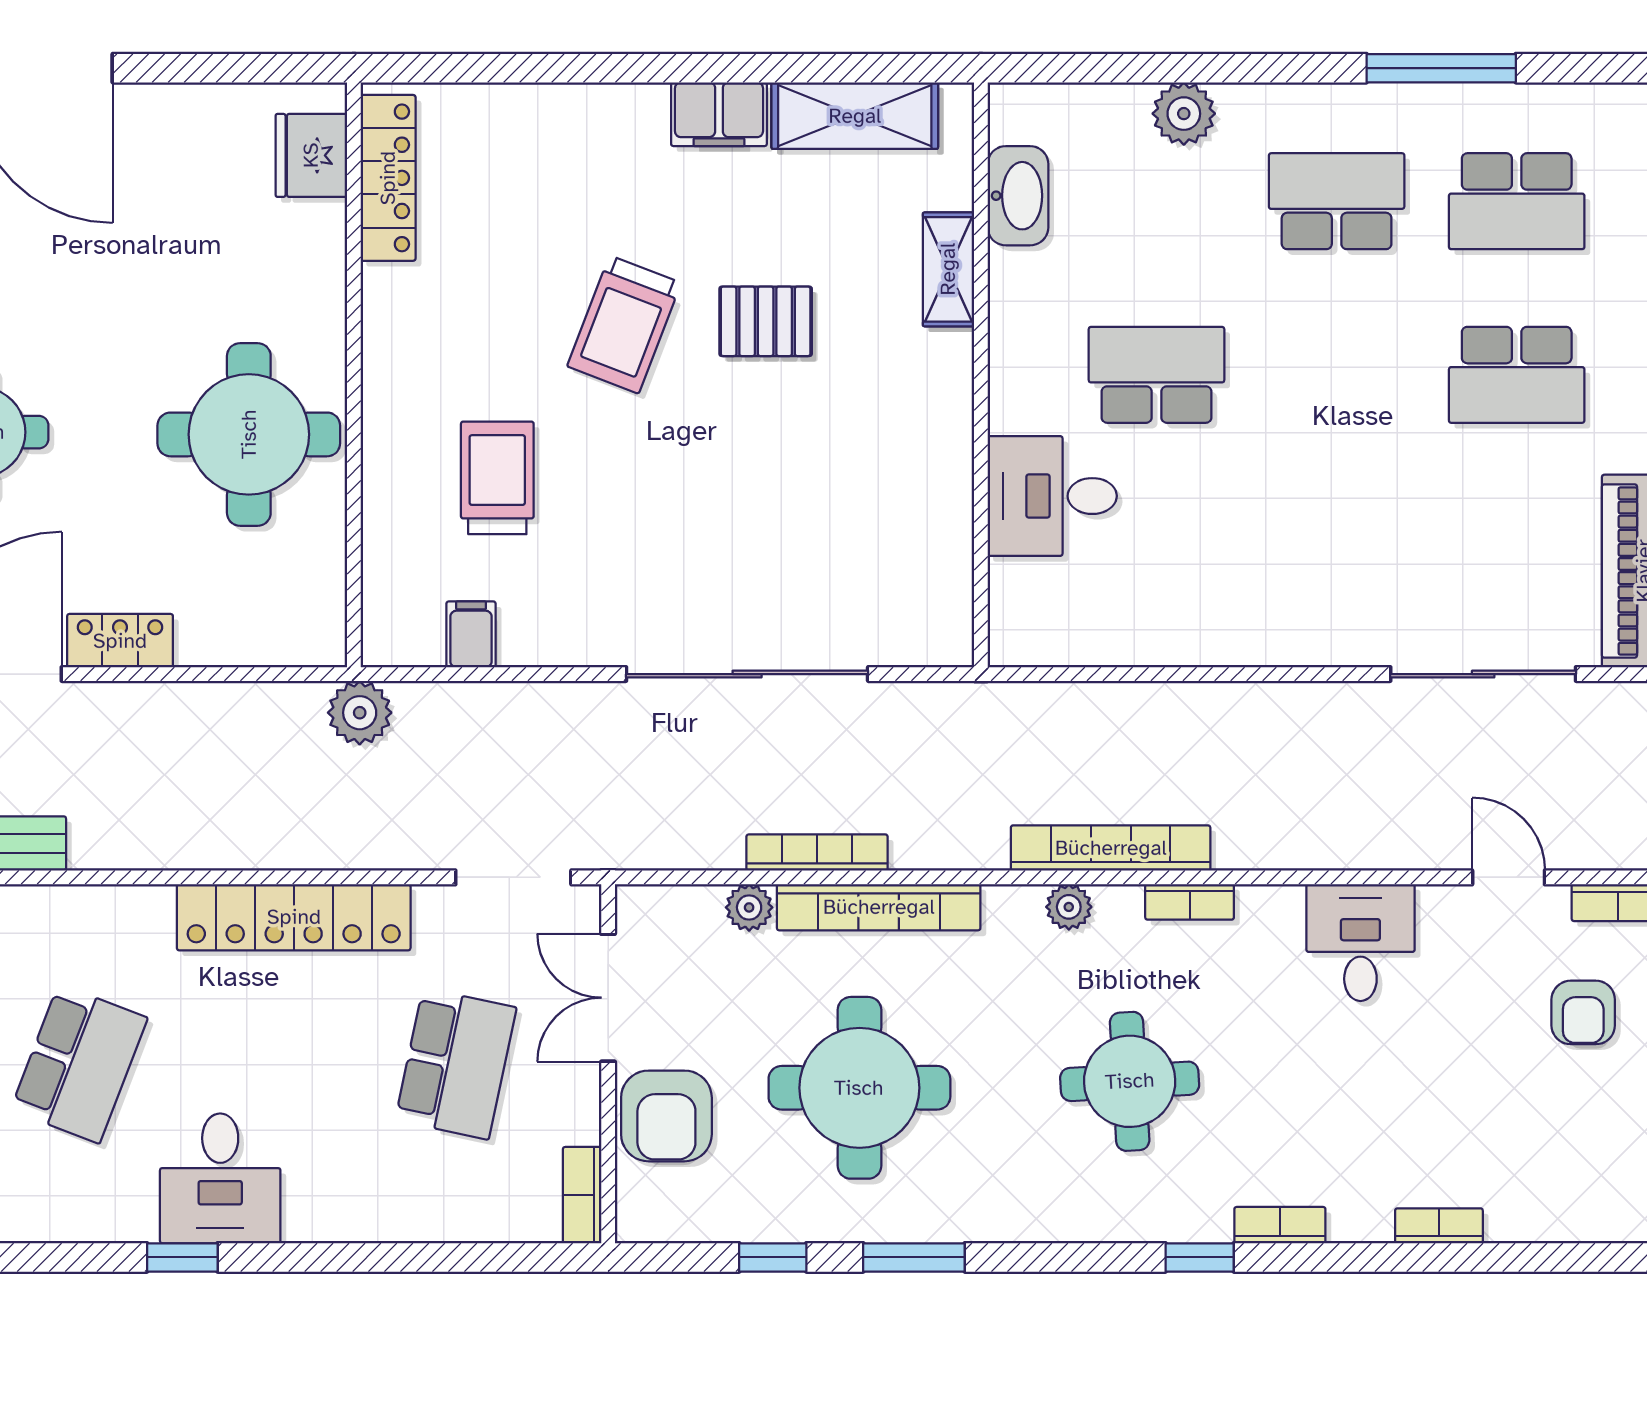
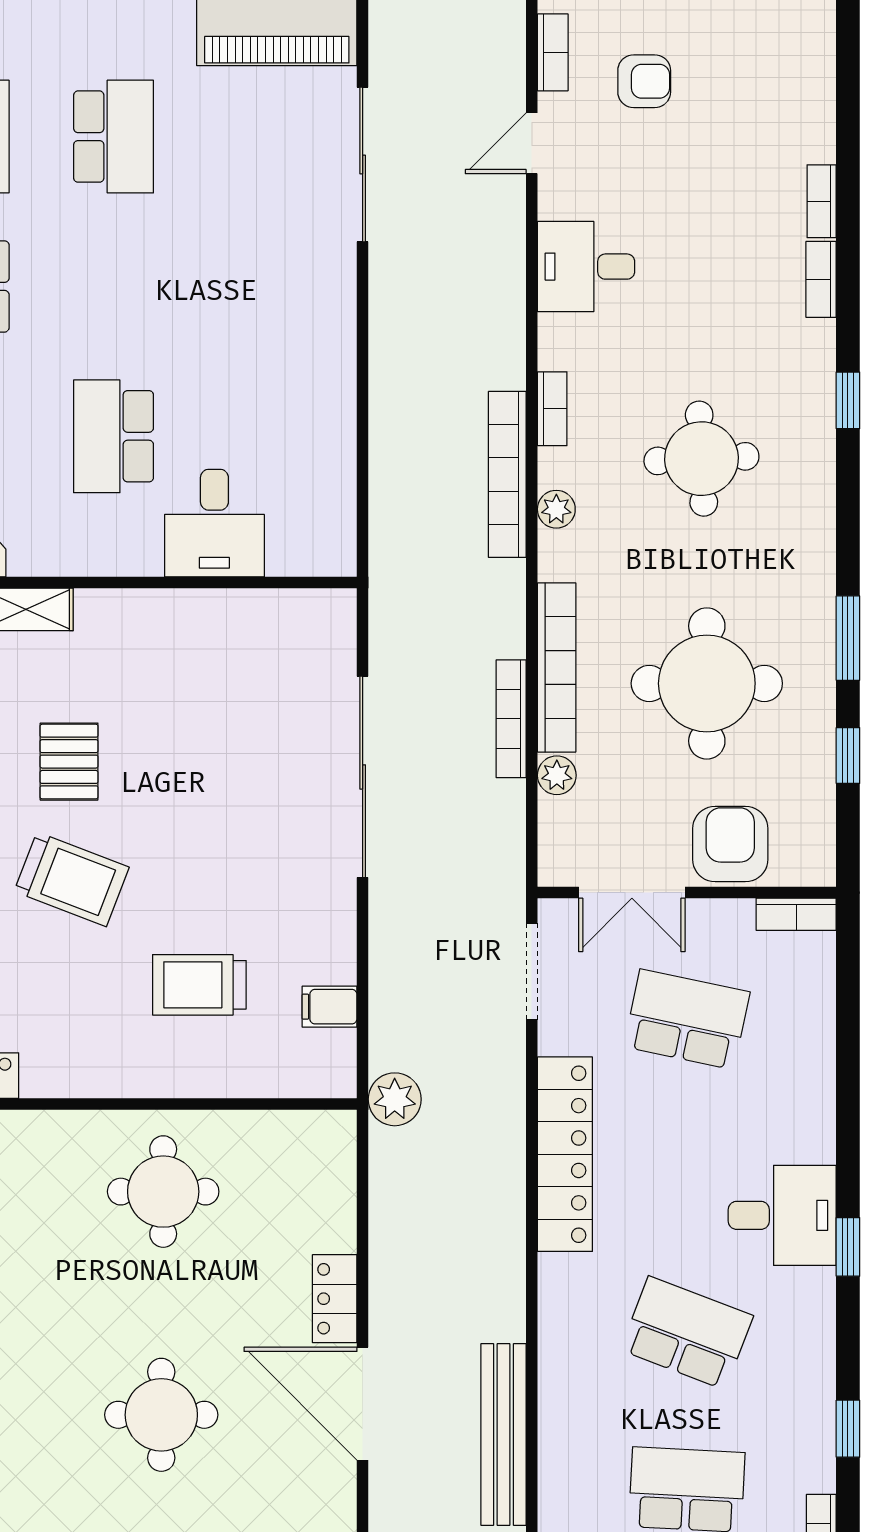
round table: (249, 434) -> (163, 1192), width x0.73, depth x0.73
armchair: (666, 1116) -> (730, 844), turned -90
bookcase: (1280, 1225) -> (821, 279), moved

